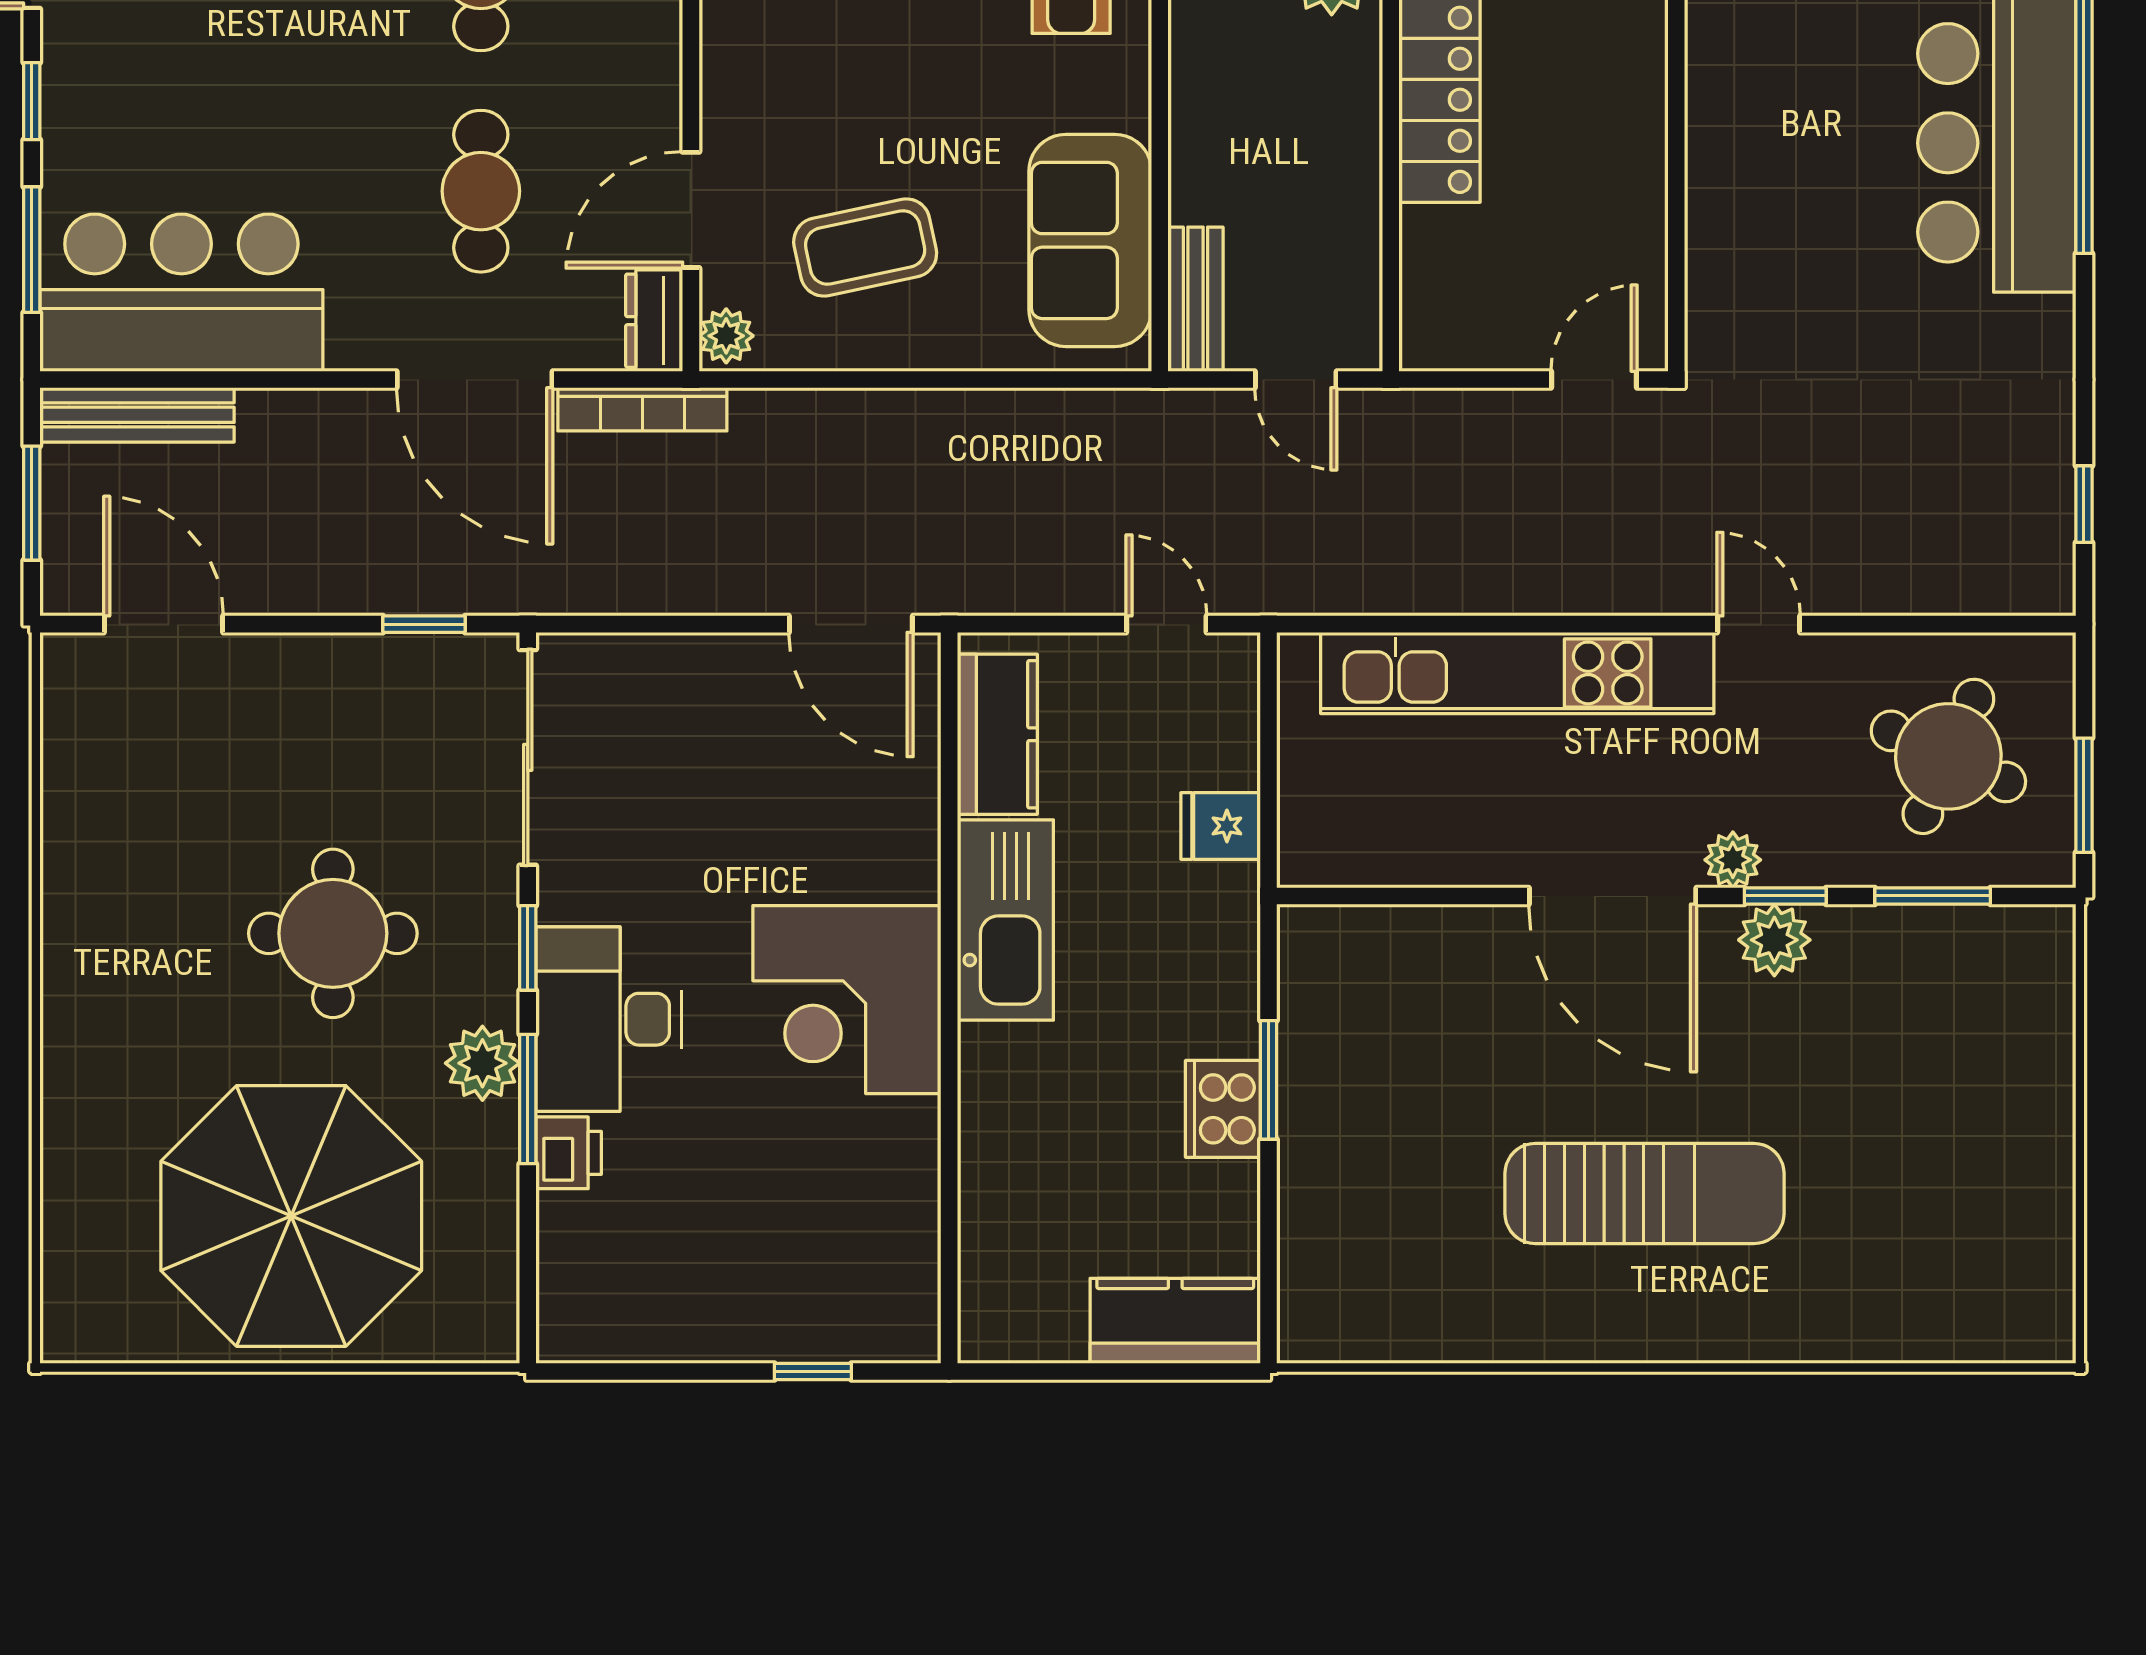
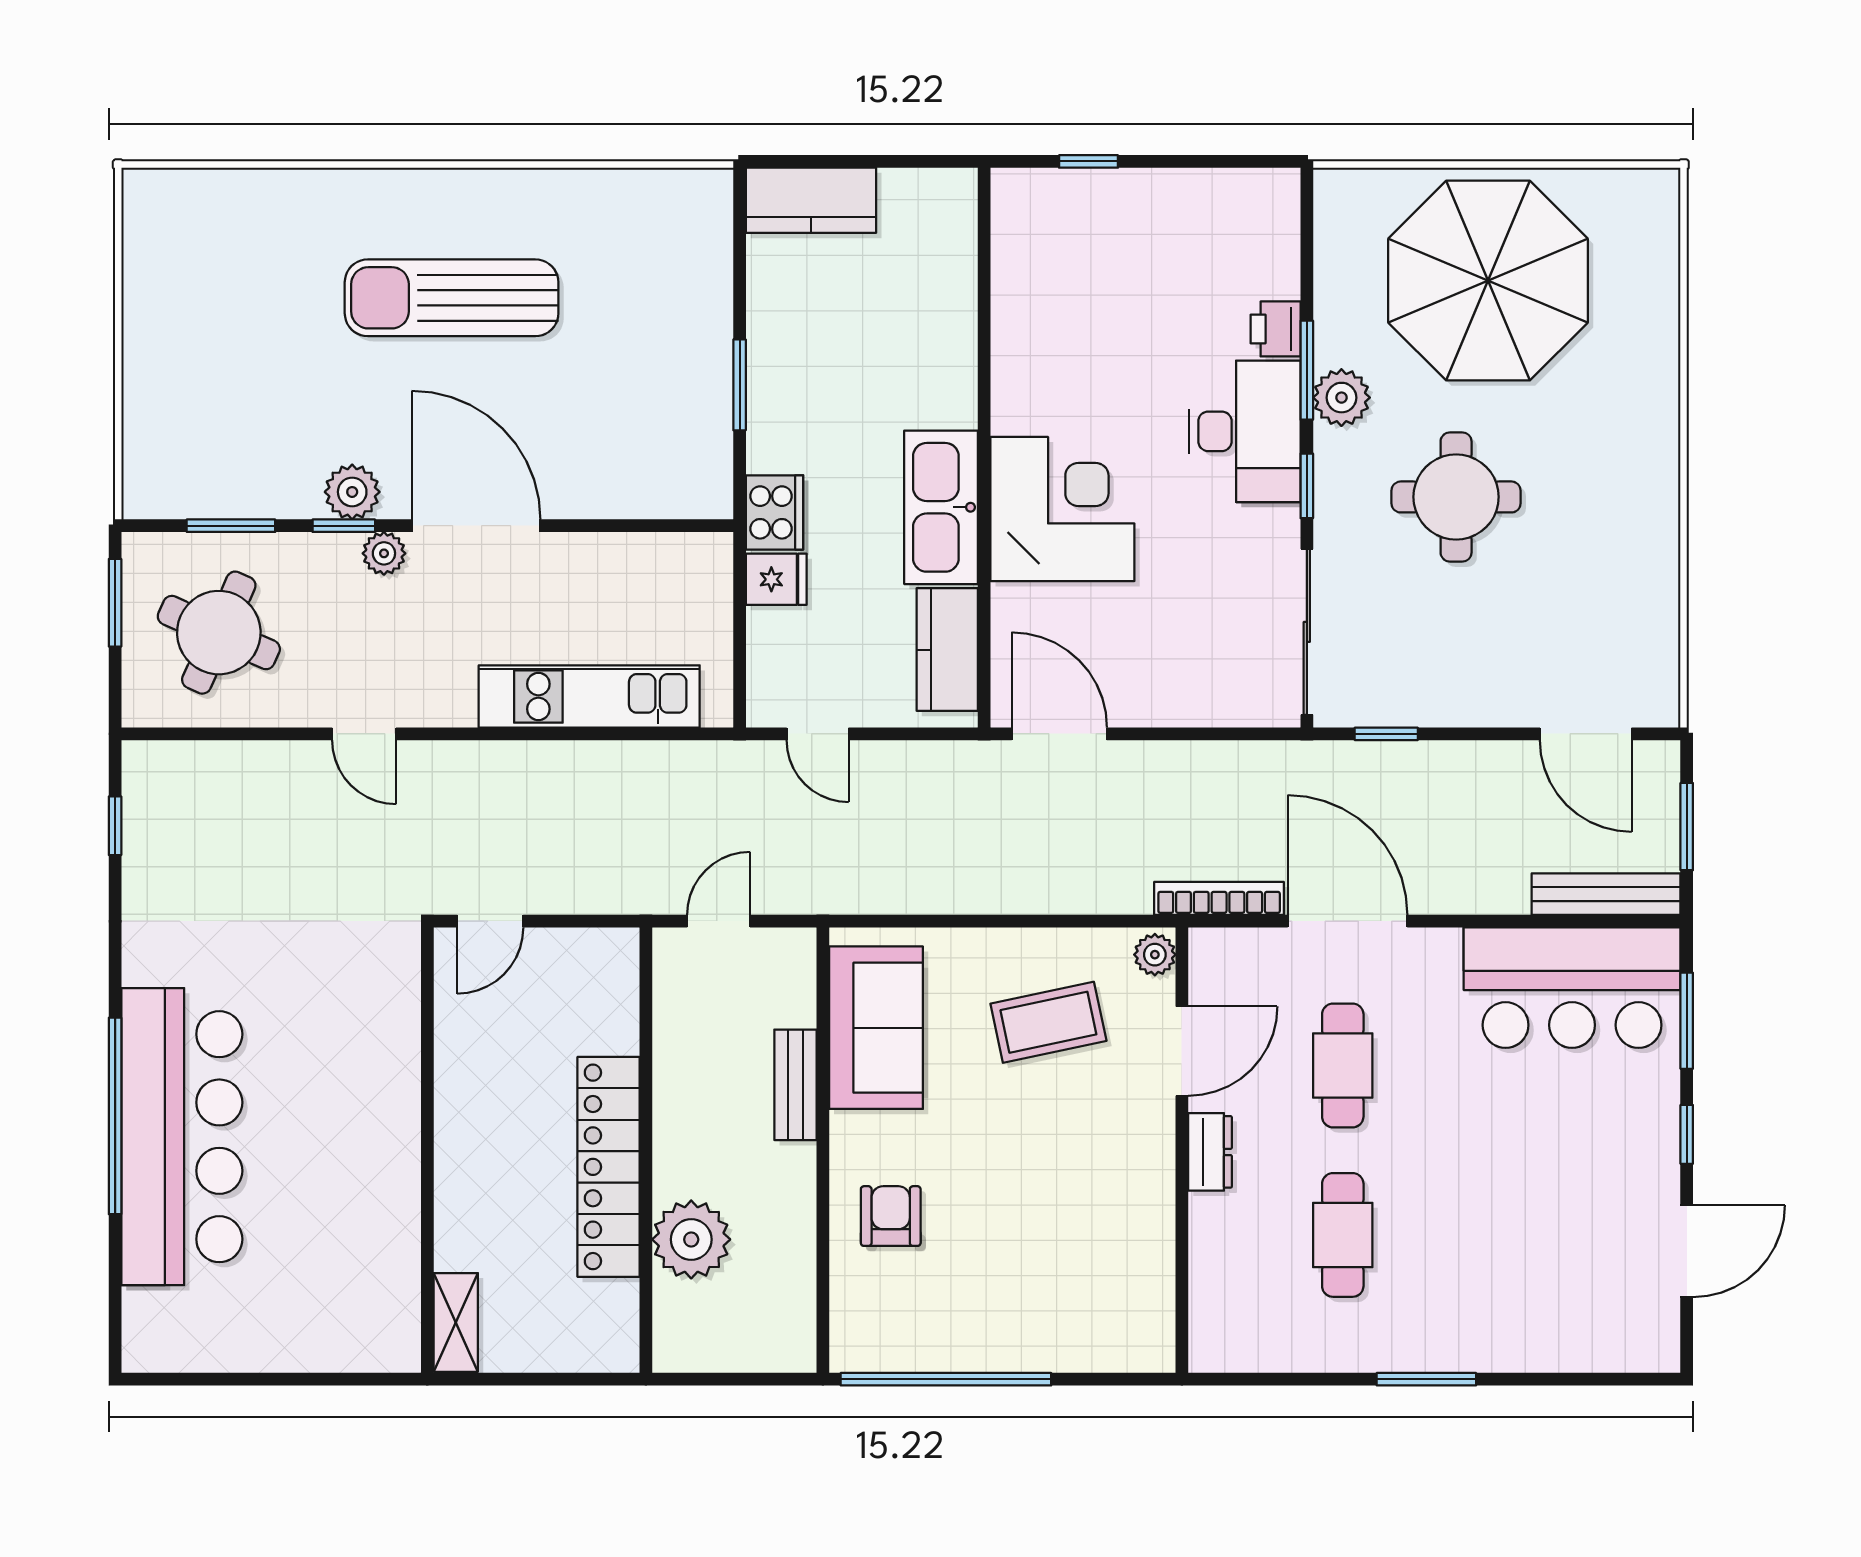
bench: (1195, 299) -> (795, 1085), moved
dresser: (654, 321) -> (1210, 1152), moved
door: (1296, 379) -> (719, 921), hinge flipped
kitchen unit: (1517, 673) -> (589, 696), width x0.73
corner desk: (847, 1000) -> (1062, 509), moved
cooker: (1223, 1109) -> (774, 512), moved

